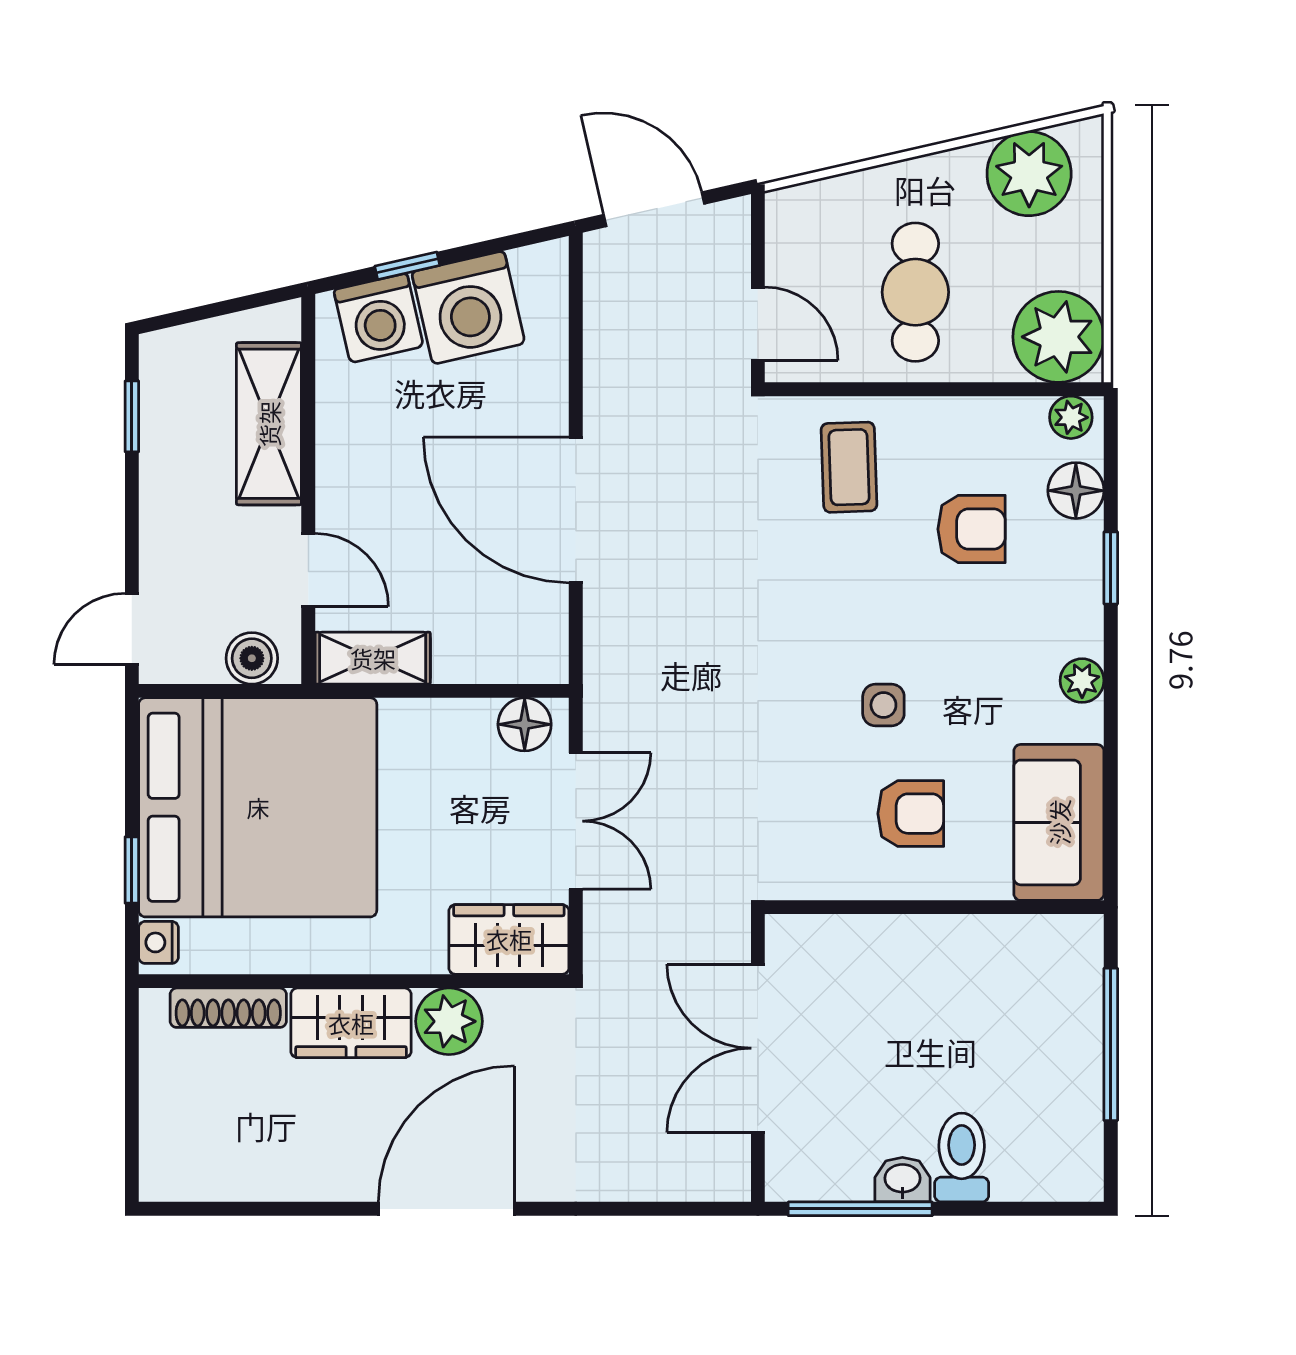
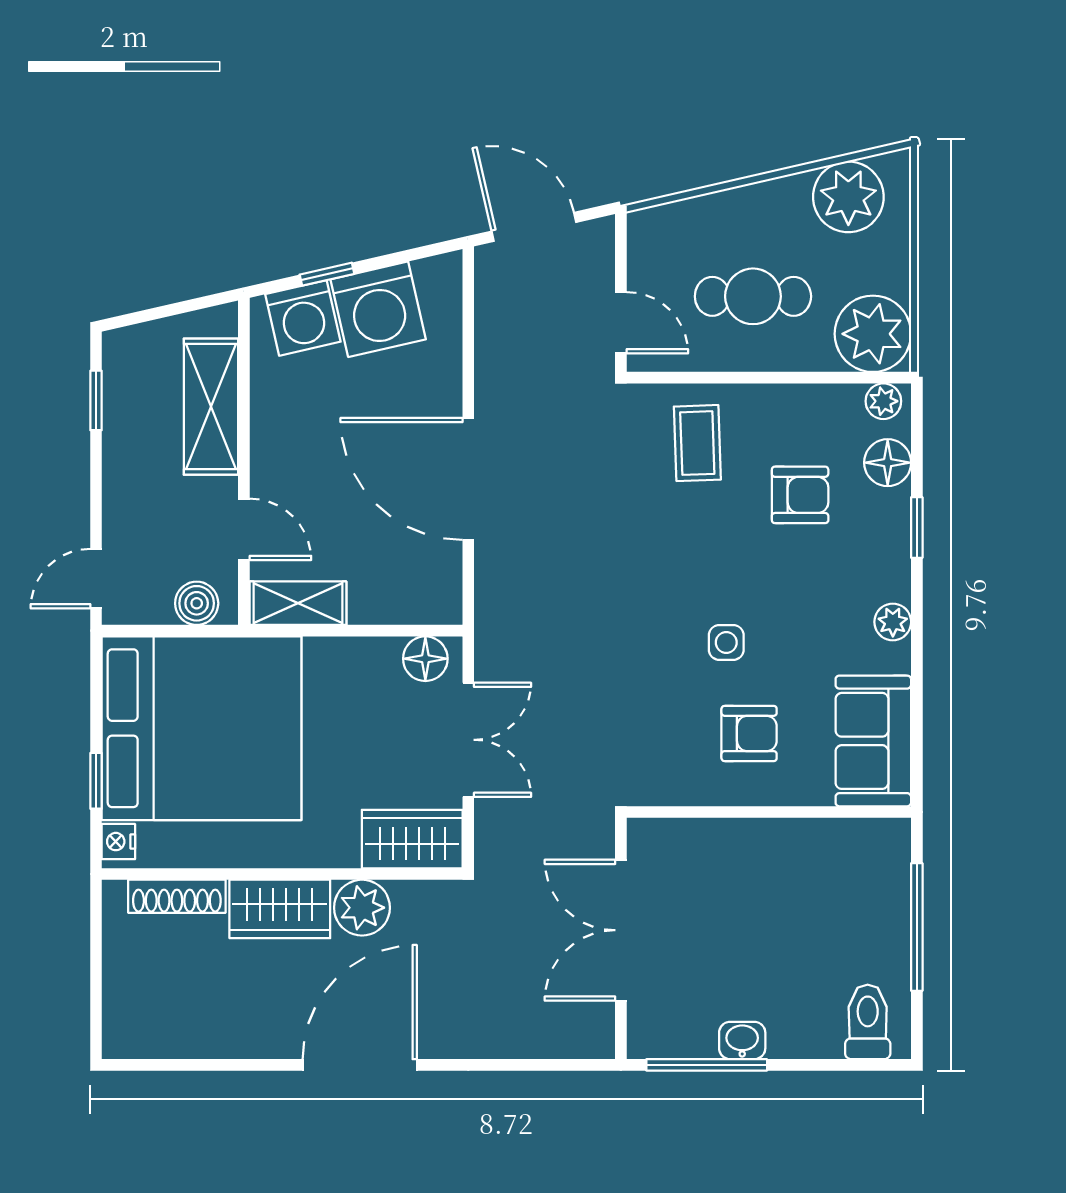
cafe table: (915, 292) -> (753, 296), turned 90
toilet: (962, 1157) -> (868, 1022), moved

